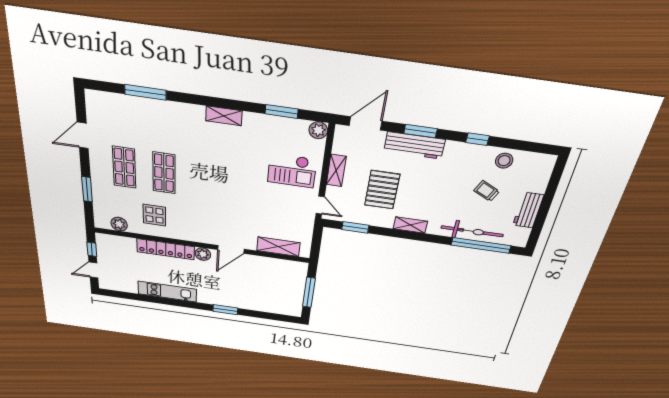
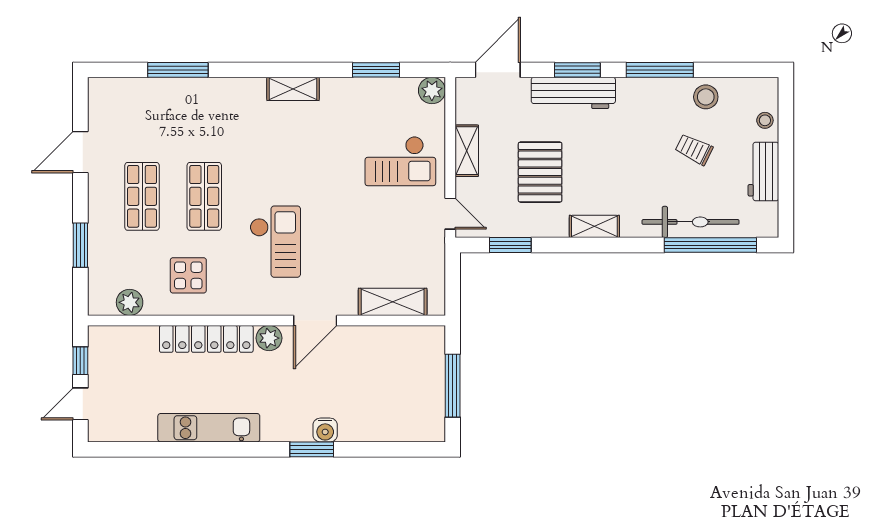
window: (477, 139) -> (660, 70), width x2.17
stool: (540, 181) -> (765, 120), added
checkout: (208, 205) -> (275, 242), added
water cooler: (233, 302) -> (325, 430), added

